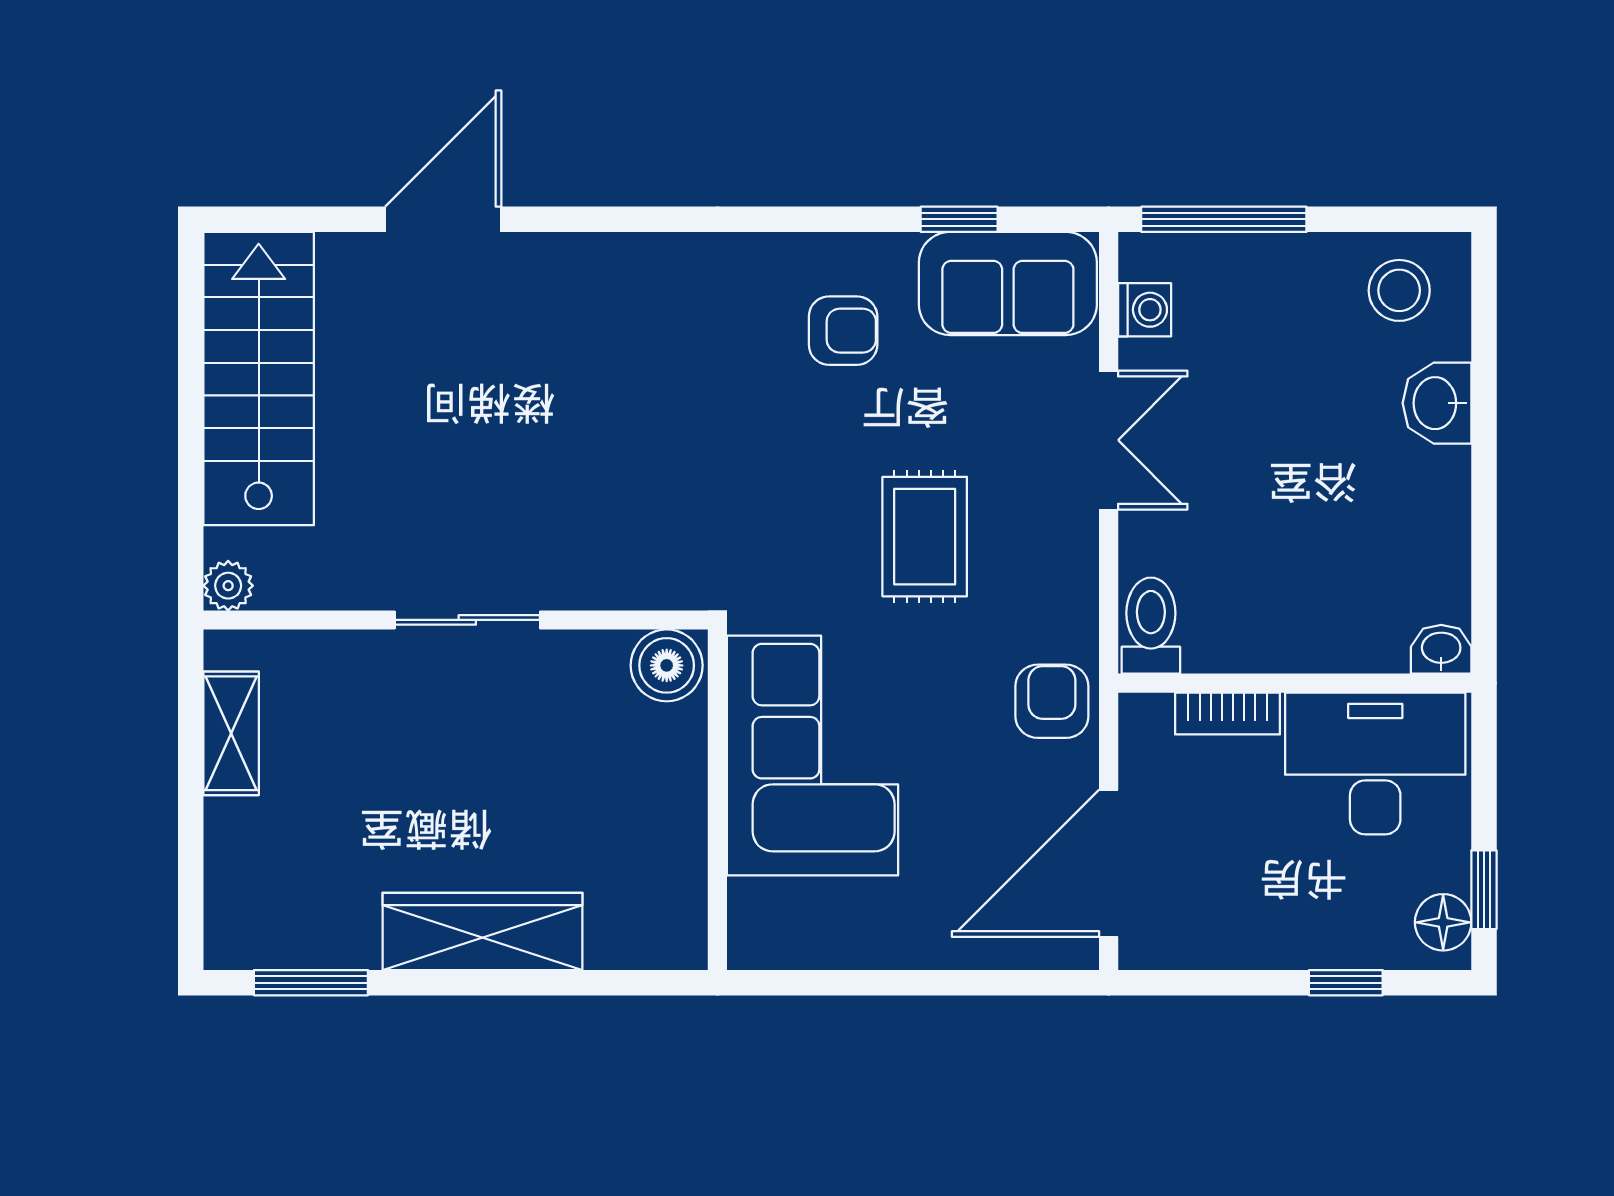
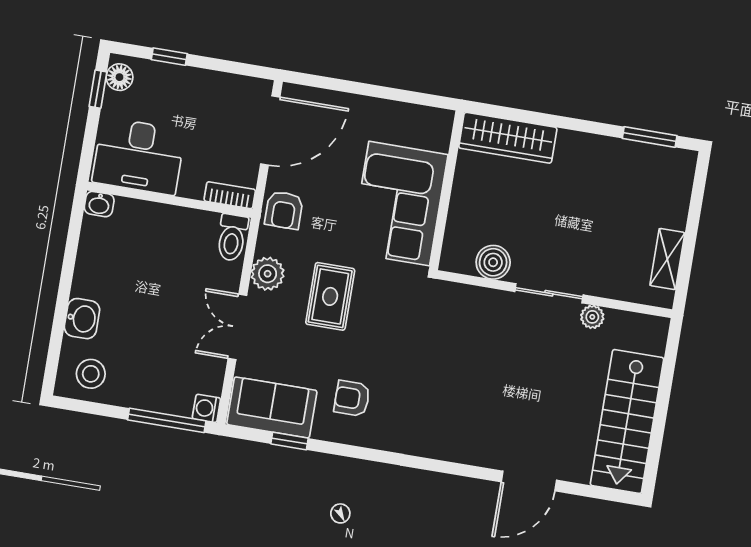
washing machine: (1145, 310) -> (206, 408), moved
plant: (1064, 562) -> (268, 274), added
plant: (228, 586) -> (592, 317), moved
boiler: (667, 665) -> (493, 262), moved
bookcase: (1228, 714) -> (230, 195), moved
wardrobe: (483, 931) -> (508, 138), moved

